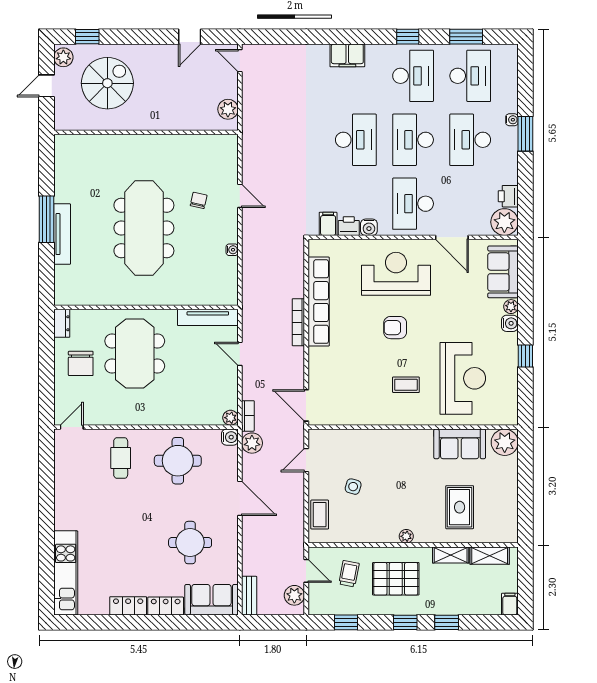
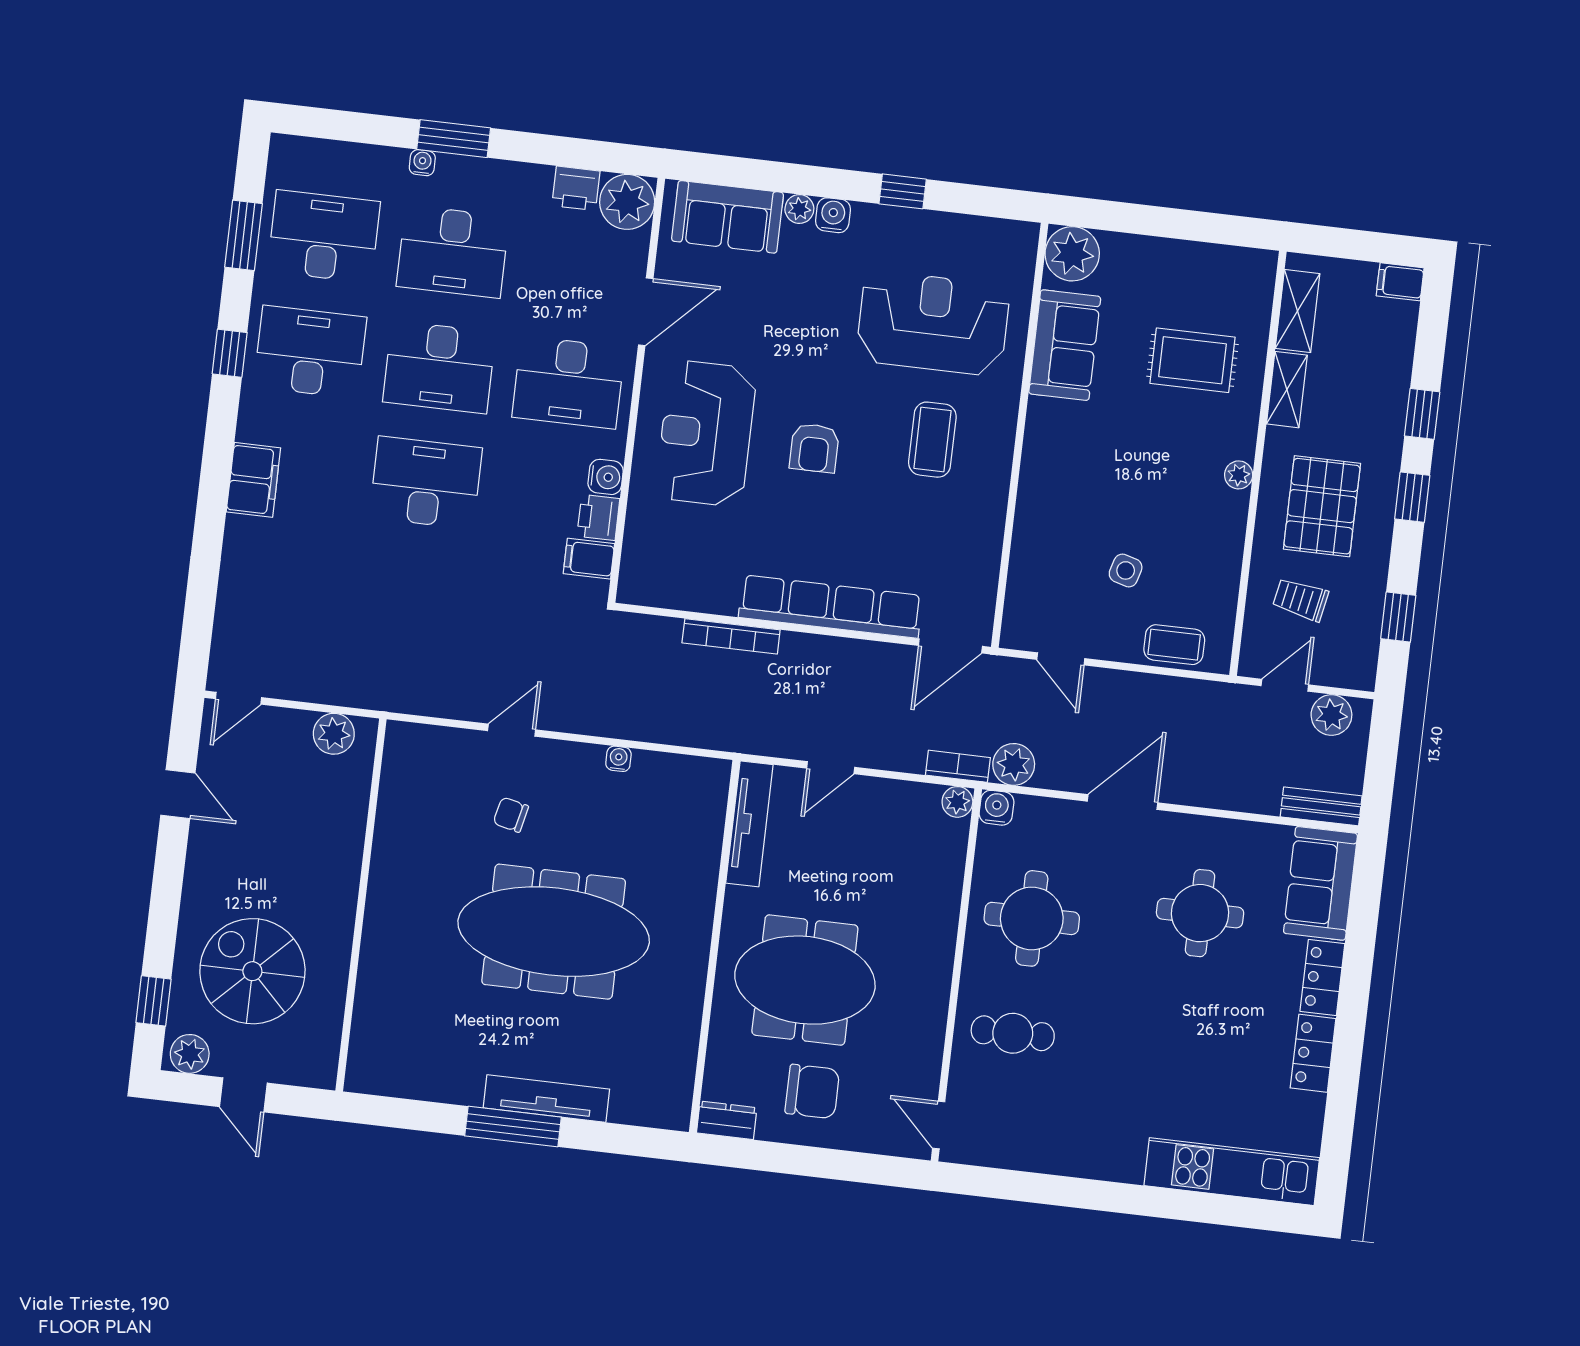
row of seats: (319, 302) -> (831, 607), moved
bookcase: (298, 322) -> (731, 636), moved
coffee table: (406, 385) -> (932, 440), width x1.36, depth x1.30

